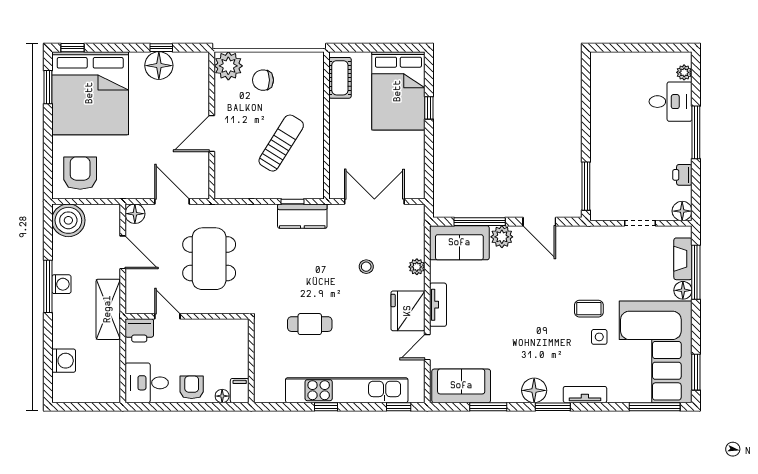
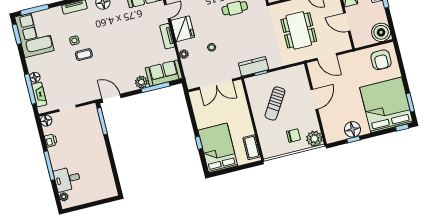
floor lamp: (135, 214) -> (345, 45), removed
door: (539, 222) -> (111, 98), moved
corner sofa: (656, 352) -> (34, 34), width x0.73, depth x0.74

